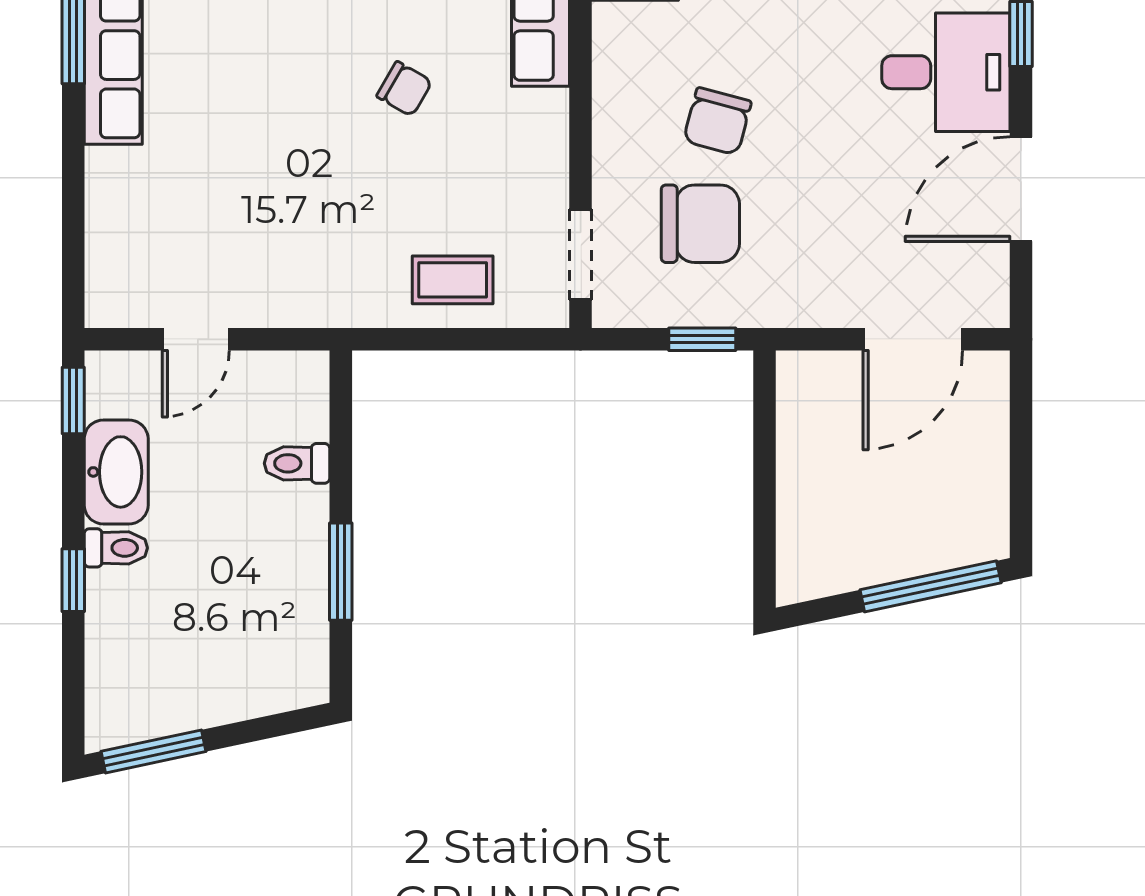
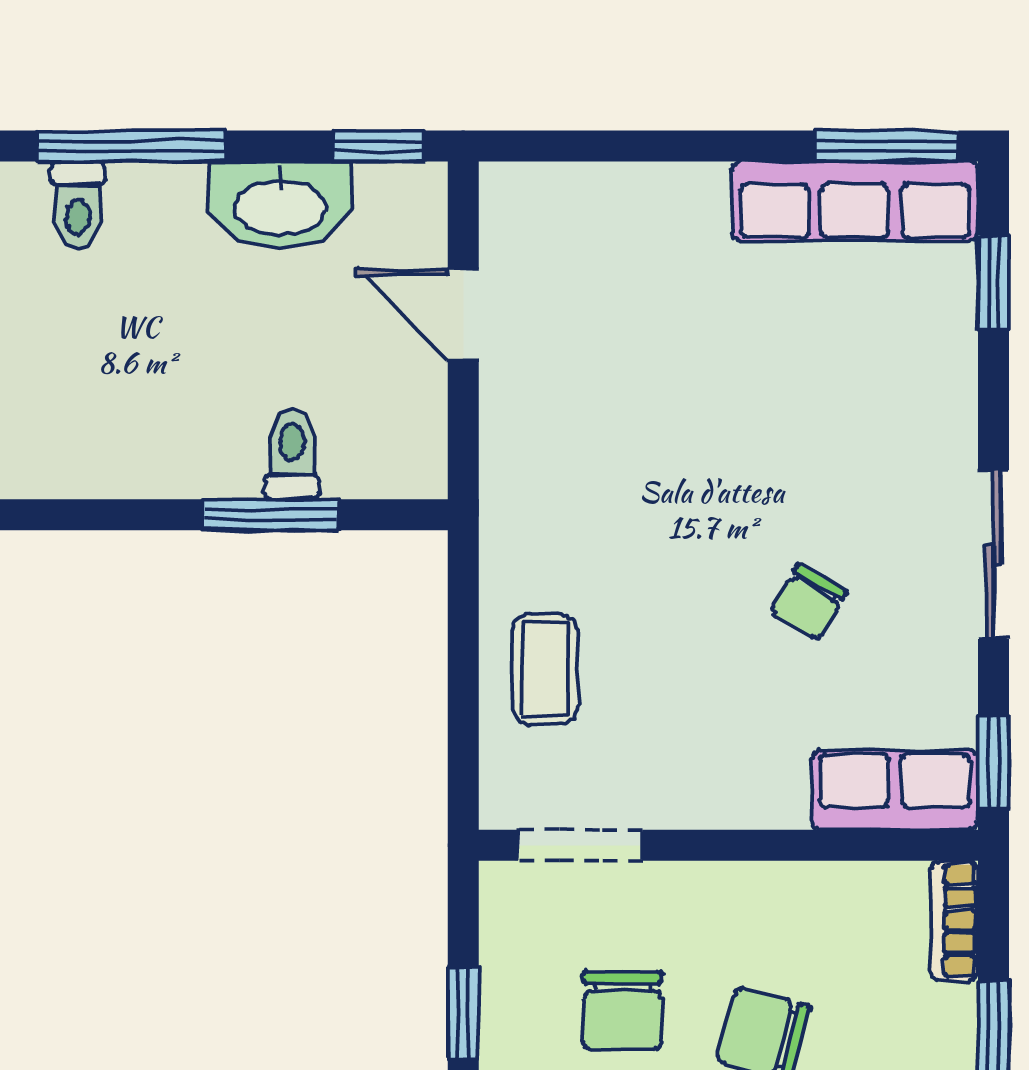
chair: (700, 224) -> (622, 1011), width x0.73, depth x0.73
toilet: (116, 548) -> (78, 205), moved
window: (341, 572) -> (271, 515), moved
window: (73, 580) -> (131, 146), width x2.17

